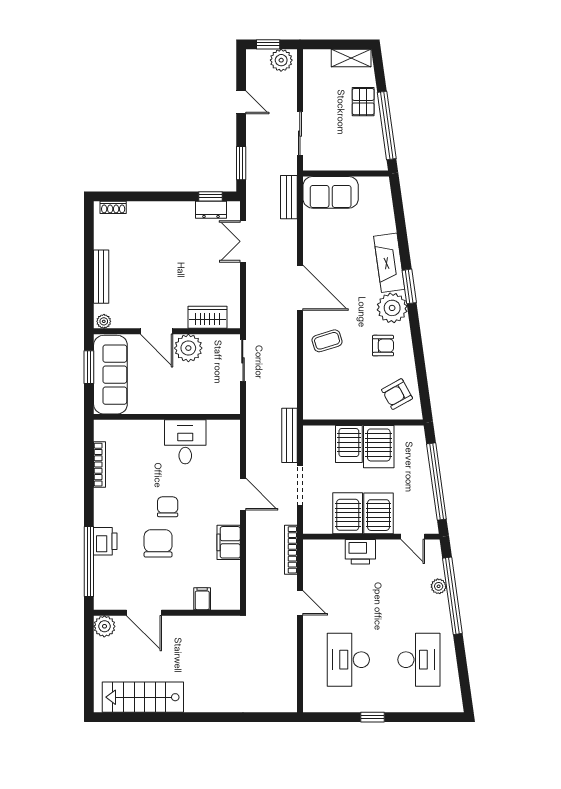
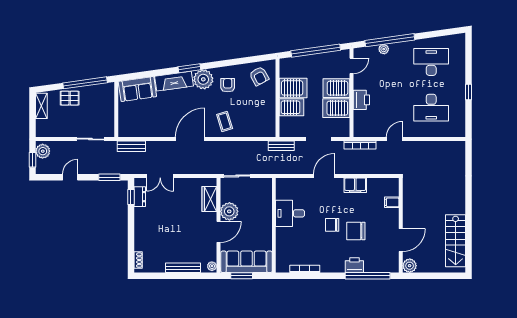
sofa: (331, 192) -> (137, 89), moved, turned 82
bench: (290, 435) -> (281, 146), width x0.73

